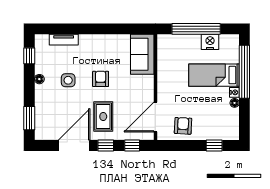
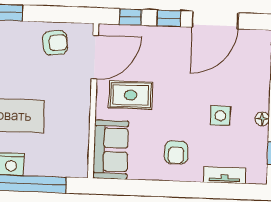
armchair: (101, 79) -> (176, 152), moved
rug: (103, 117) -> (131, 95), moved, turned 90
armchair: (183, 126) -> (55, 43), turned -99

